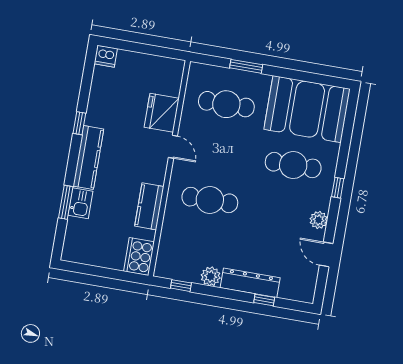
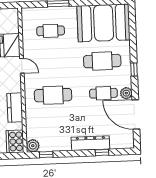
cafe table: (226, 104) -> (51, 31), width x0.73, depth x0.74
cafe table: (285, 213) -> (103, 93), added
door: (326, 254) -> (136, 114), width x1.87
plant: (211, 276) -> (33, 146), moved

